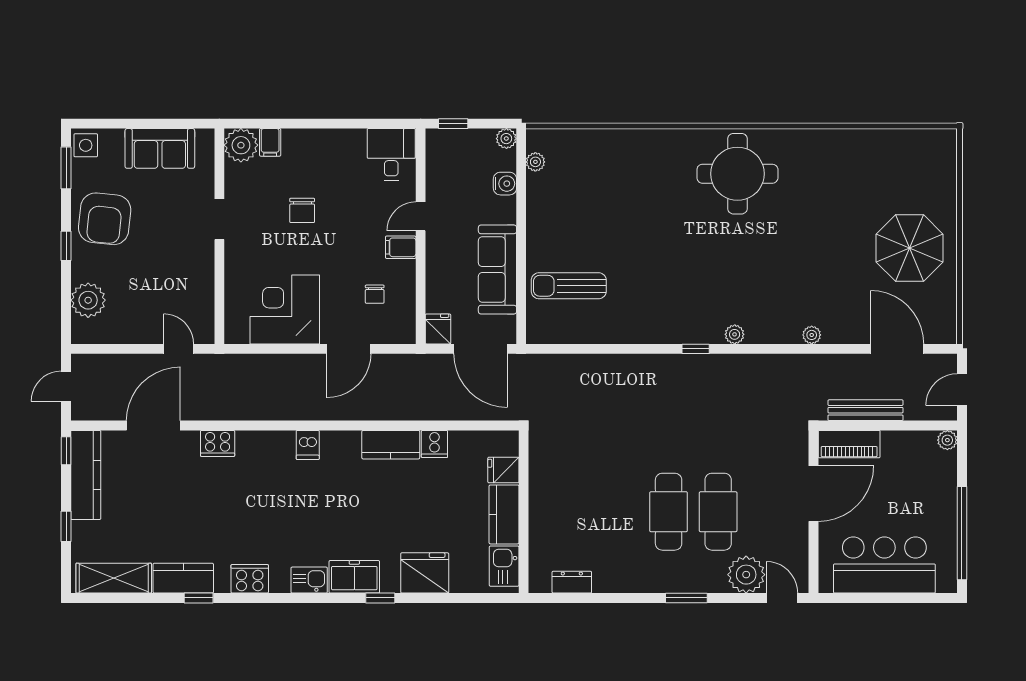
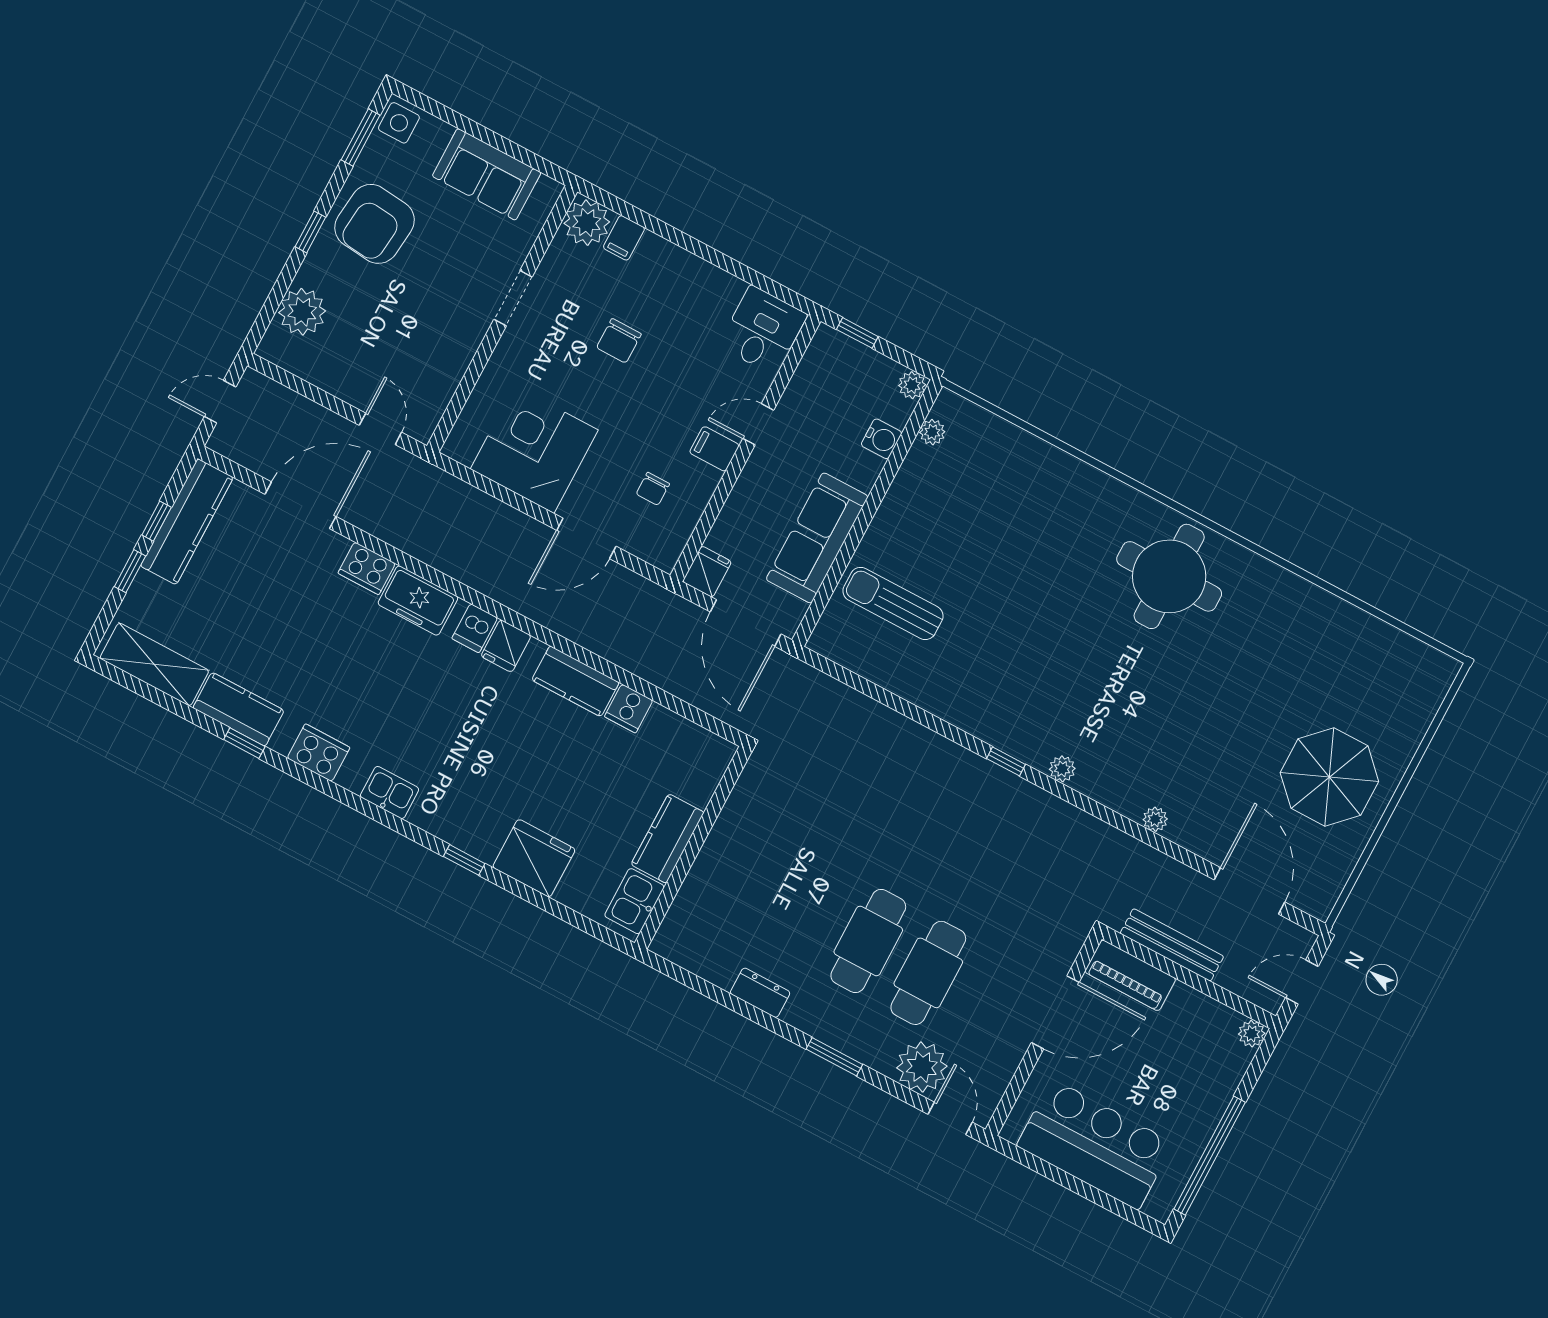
window: (66, 451) -> (157, 521), moved
fridge: (503, 470) -> (506, 646), moved, turned -90
freezer: (354, 577) -> (418, 601), moved, turned 180
dresser: (572, 582) -> (760, 993), moved

